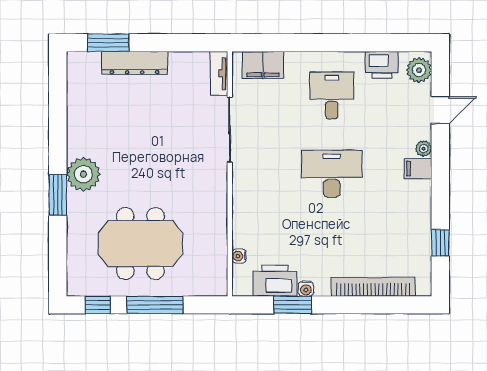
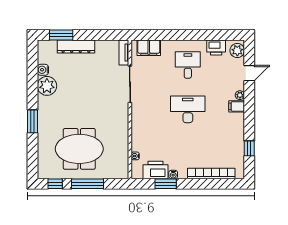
water cooler: (76, 104) -> (43, 70), added
plant: (83, 174) -> (47, 86), moved

